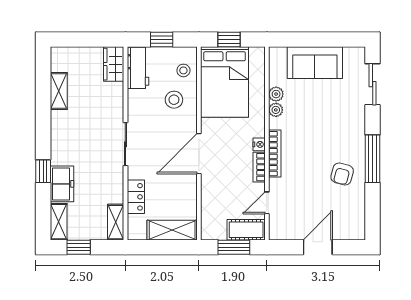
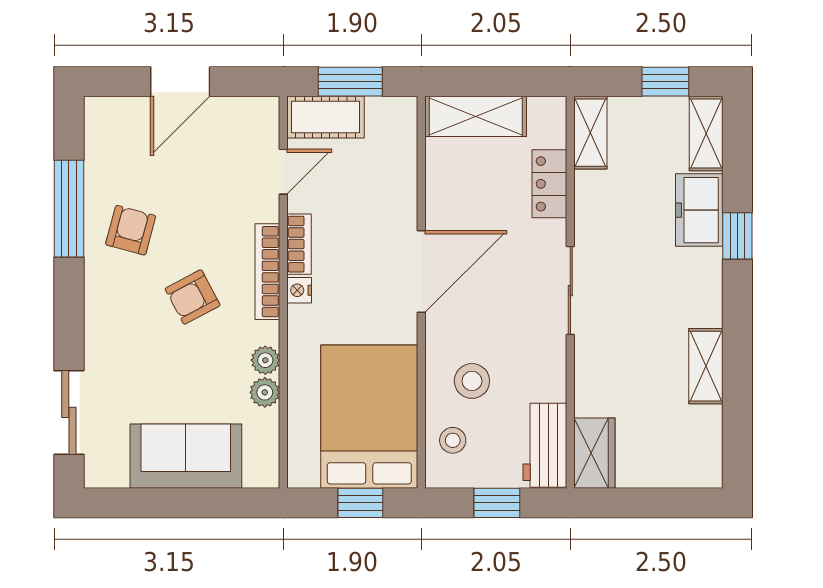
shelving: (59, 91) -> (706, 366), moved
armchair: (312, 141) -> (193, 297), added
window: (373, 159) -> (69, 209), moved

